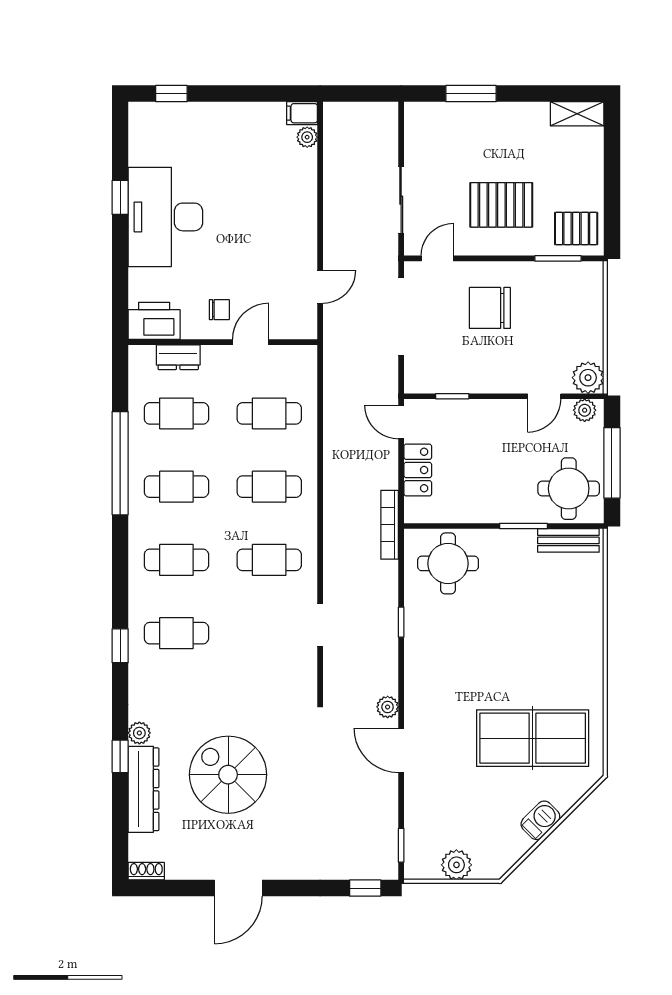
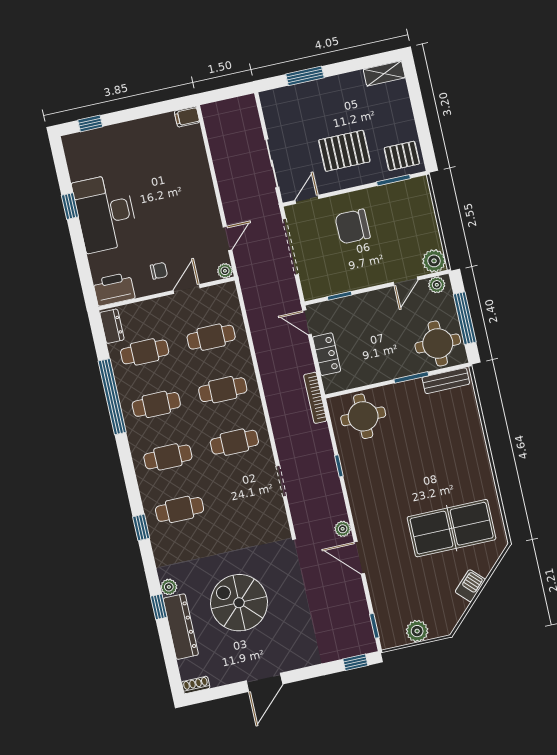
plant: (307, 137) -> (225, 271), moved
dresser: (178, 357) -> (112, 326), moved, turned -90

